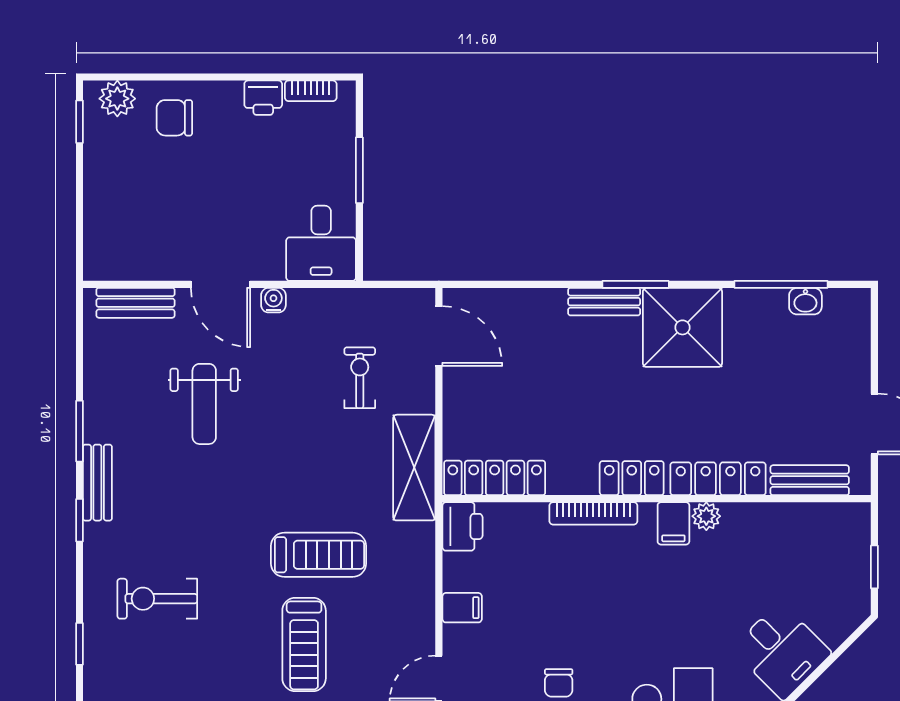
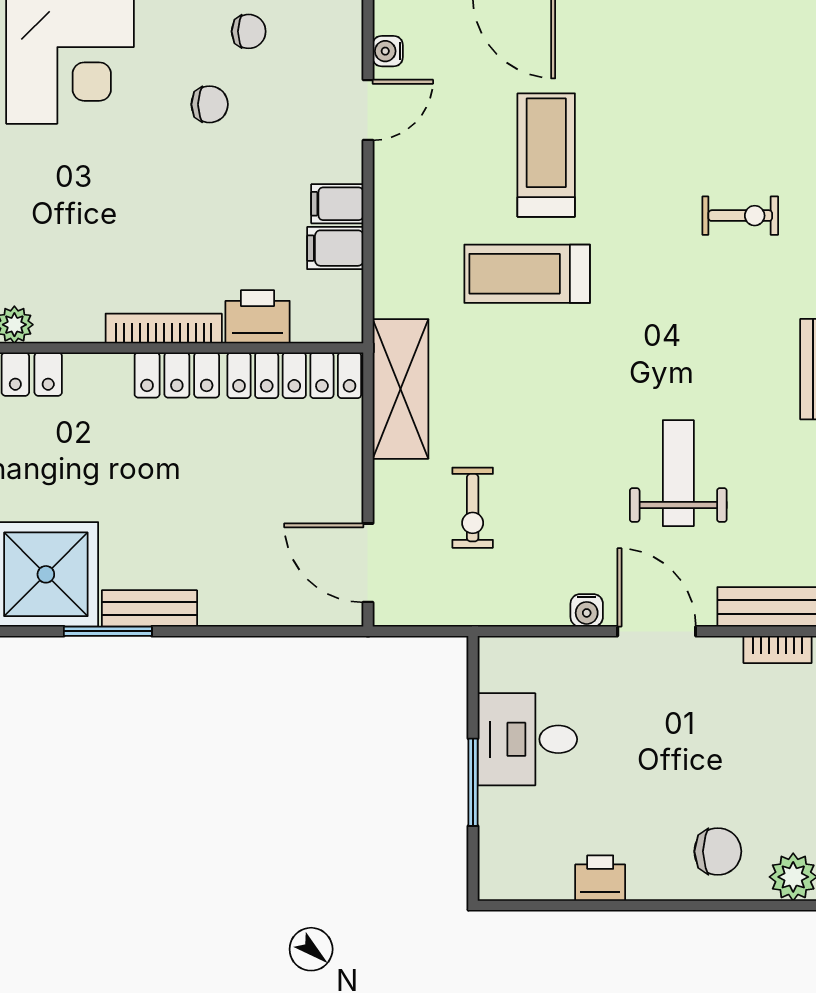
bookcase: (311, 91) -> (778, 649), moved, turned 180
desk: (321, 243) -> (527, 739), moved, turned -90
locker: (632, 478) -> (177, 375), moved
filing cabinet: (673, 523) -> (335, 248), moved, turned -90
printer: (462, 526) -> (258, 317), moved, turned 90
exercise bike: (157, 599) -> (740, 216), width x0.73, depth x0.72
chair: (559, 683) -> (210, 104), turned 90

